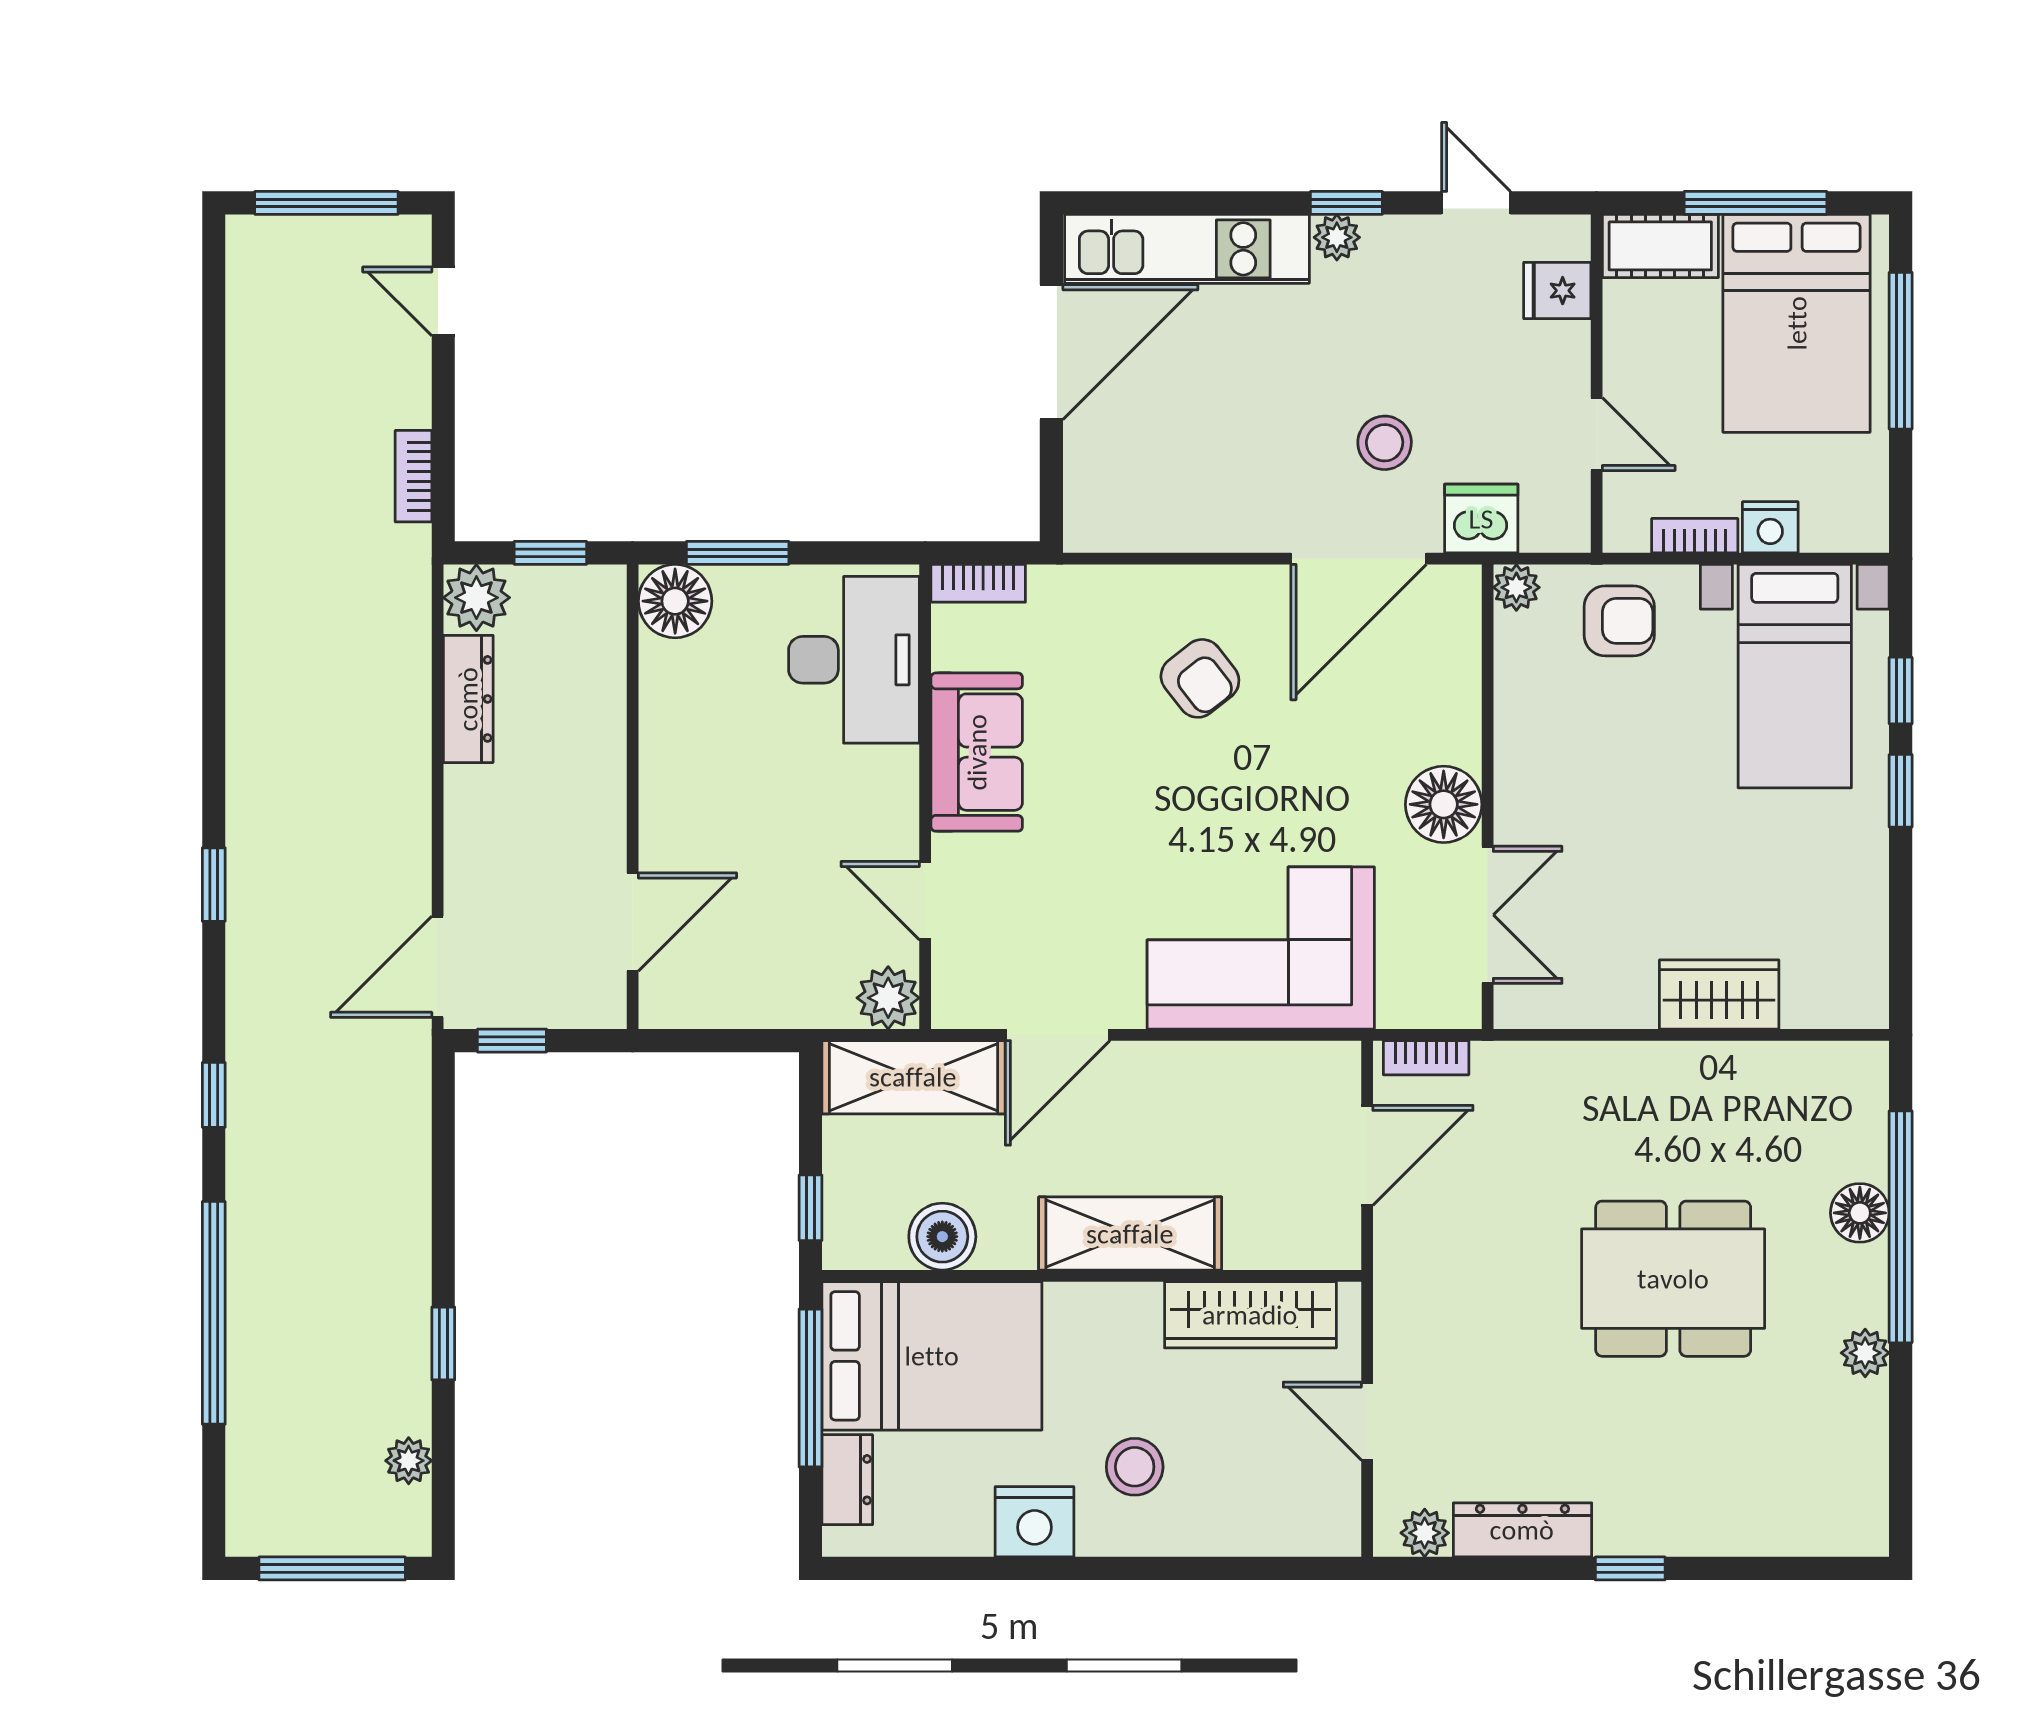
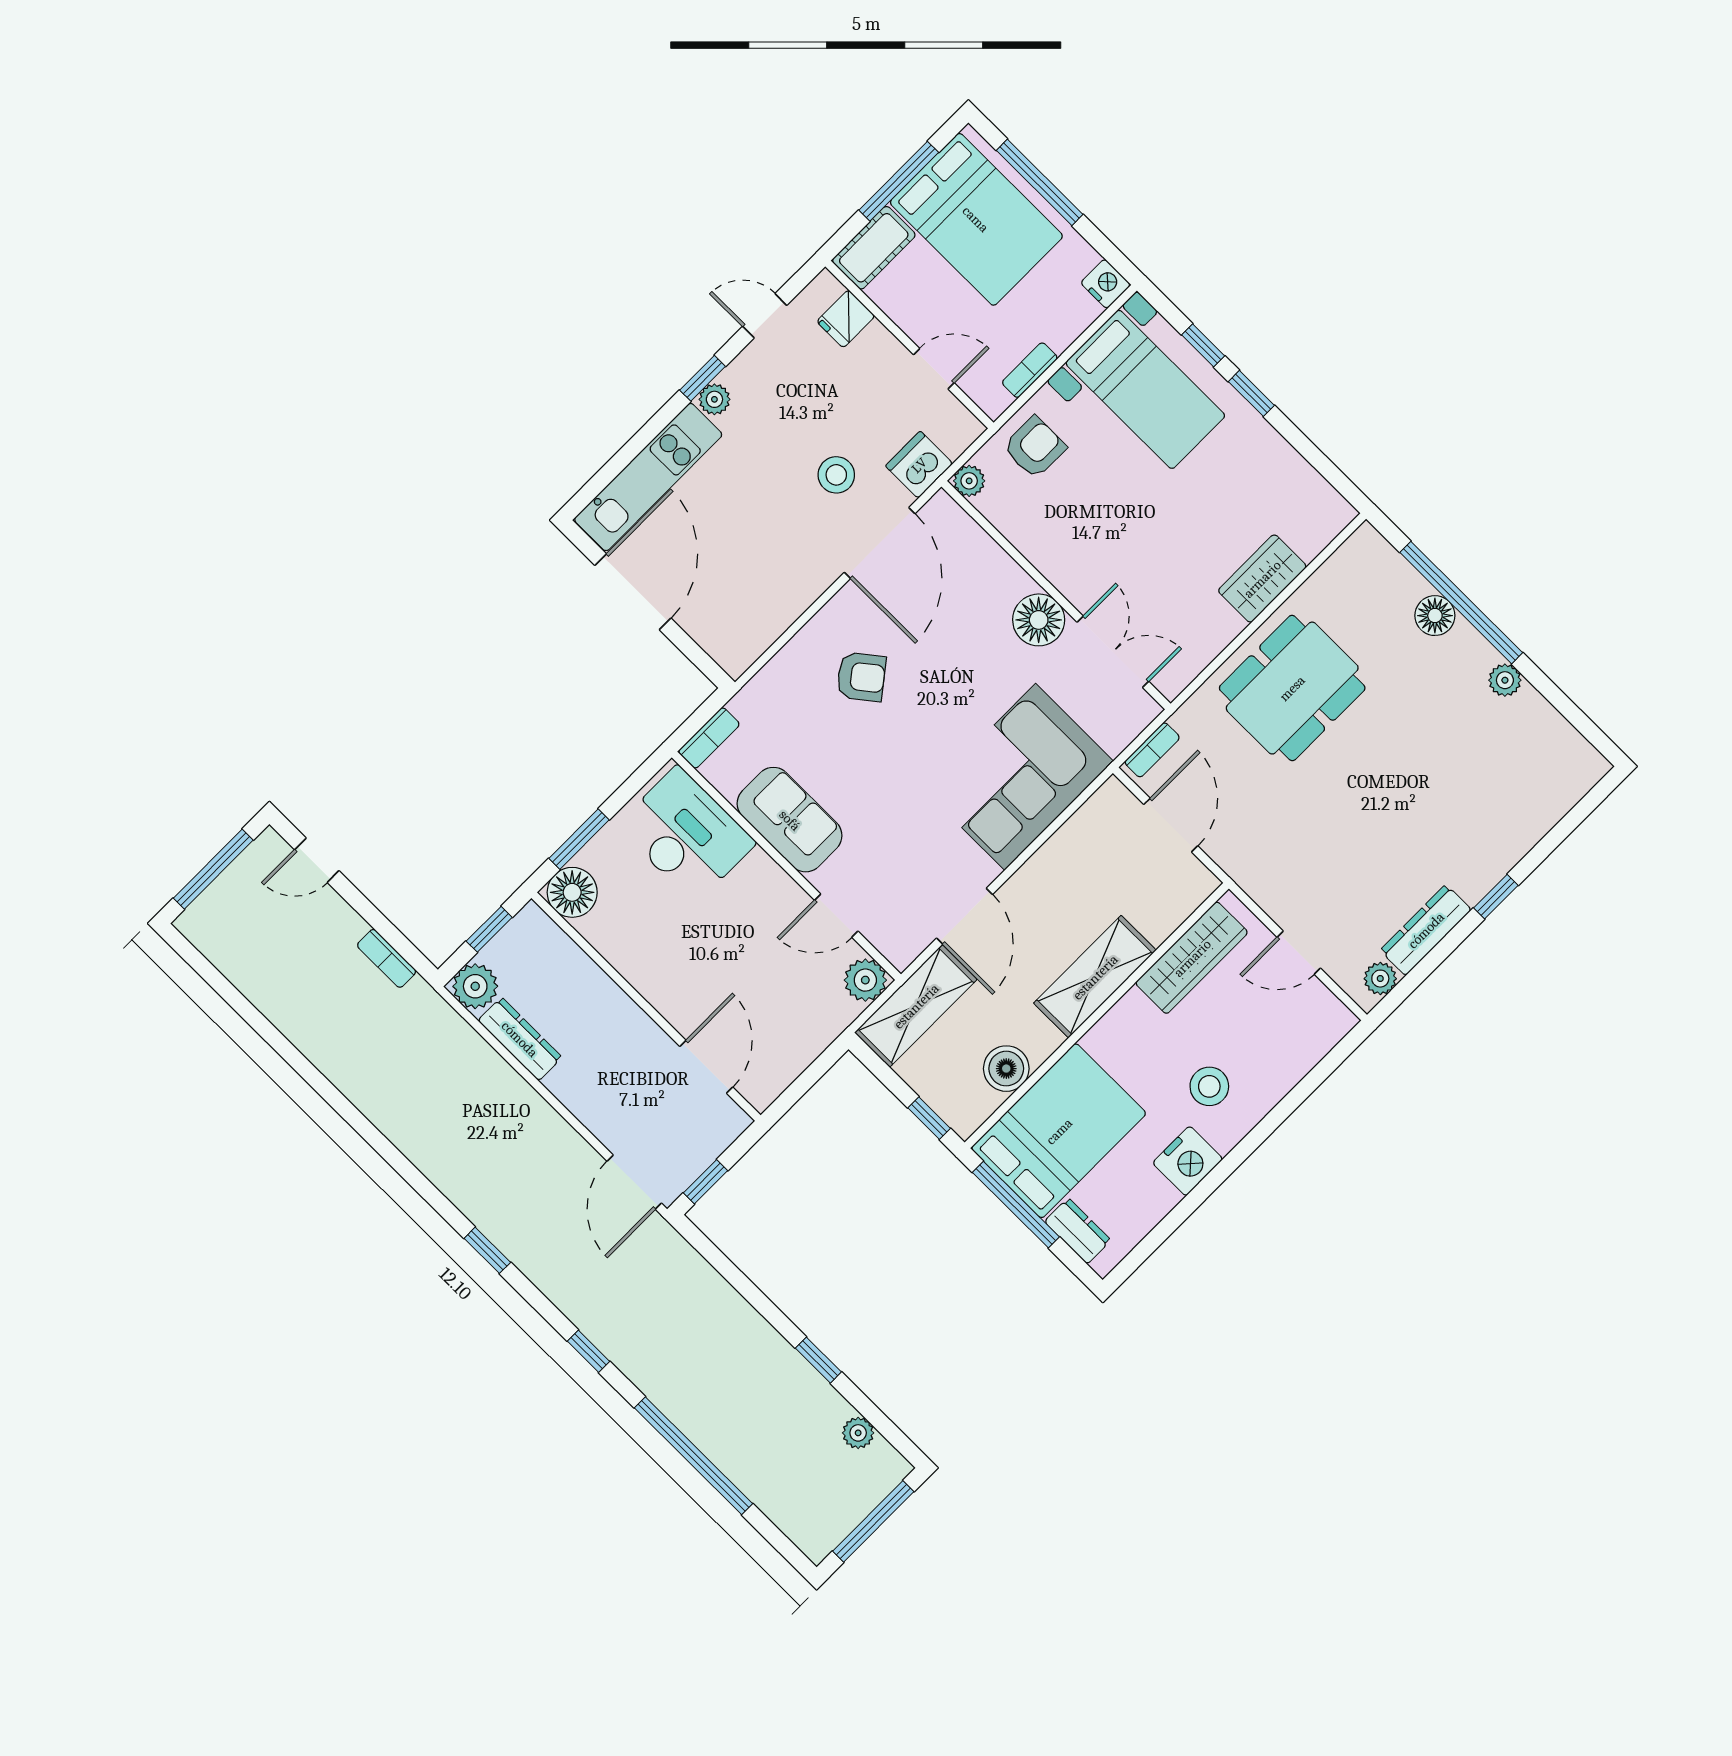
nightstand: (1770, 527) -> (1106, 284), moved, turned -90
dining table: (1673, 1279) -> (1292, 688), moved

